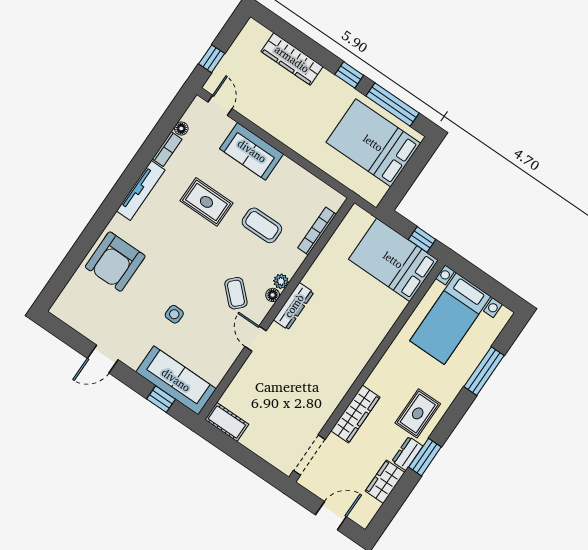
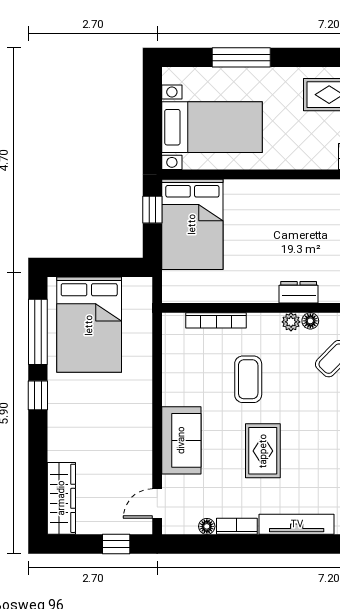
wardrobe: (292, 59) -> (61, 498), moved
dresser: (294, 306) -> (299, 292), width x0.70

